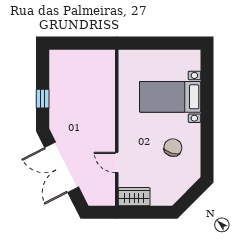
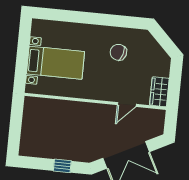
bed with nightstands: (170, 97) -> (56, 63), moved, turned -90

